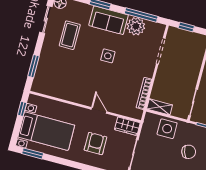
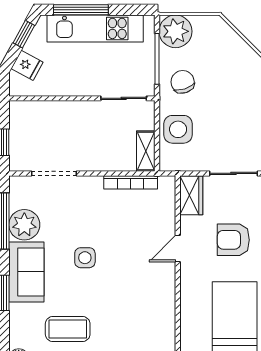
chair: (189, 152) -> (183, 82), moved

